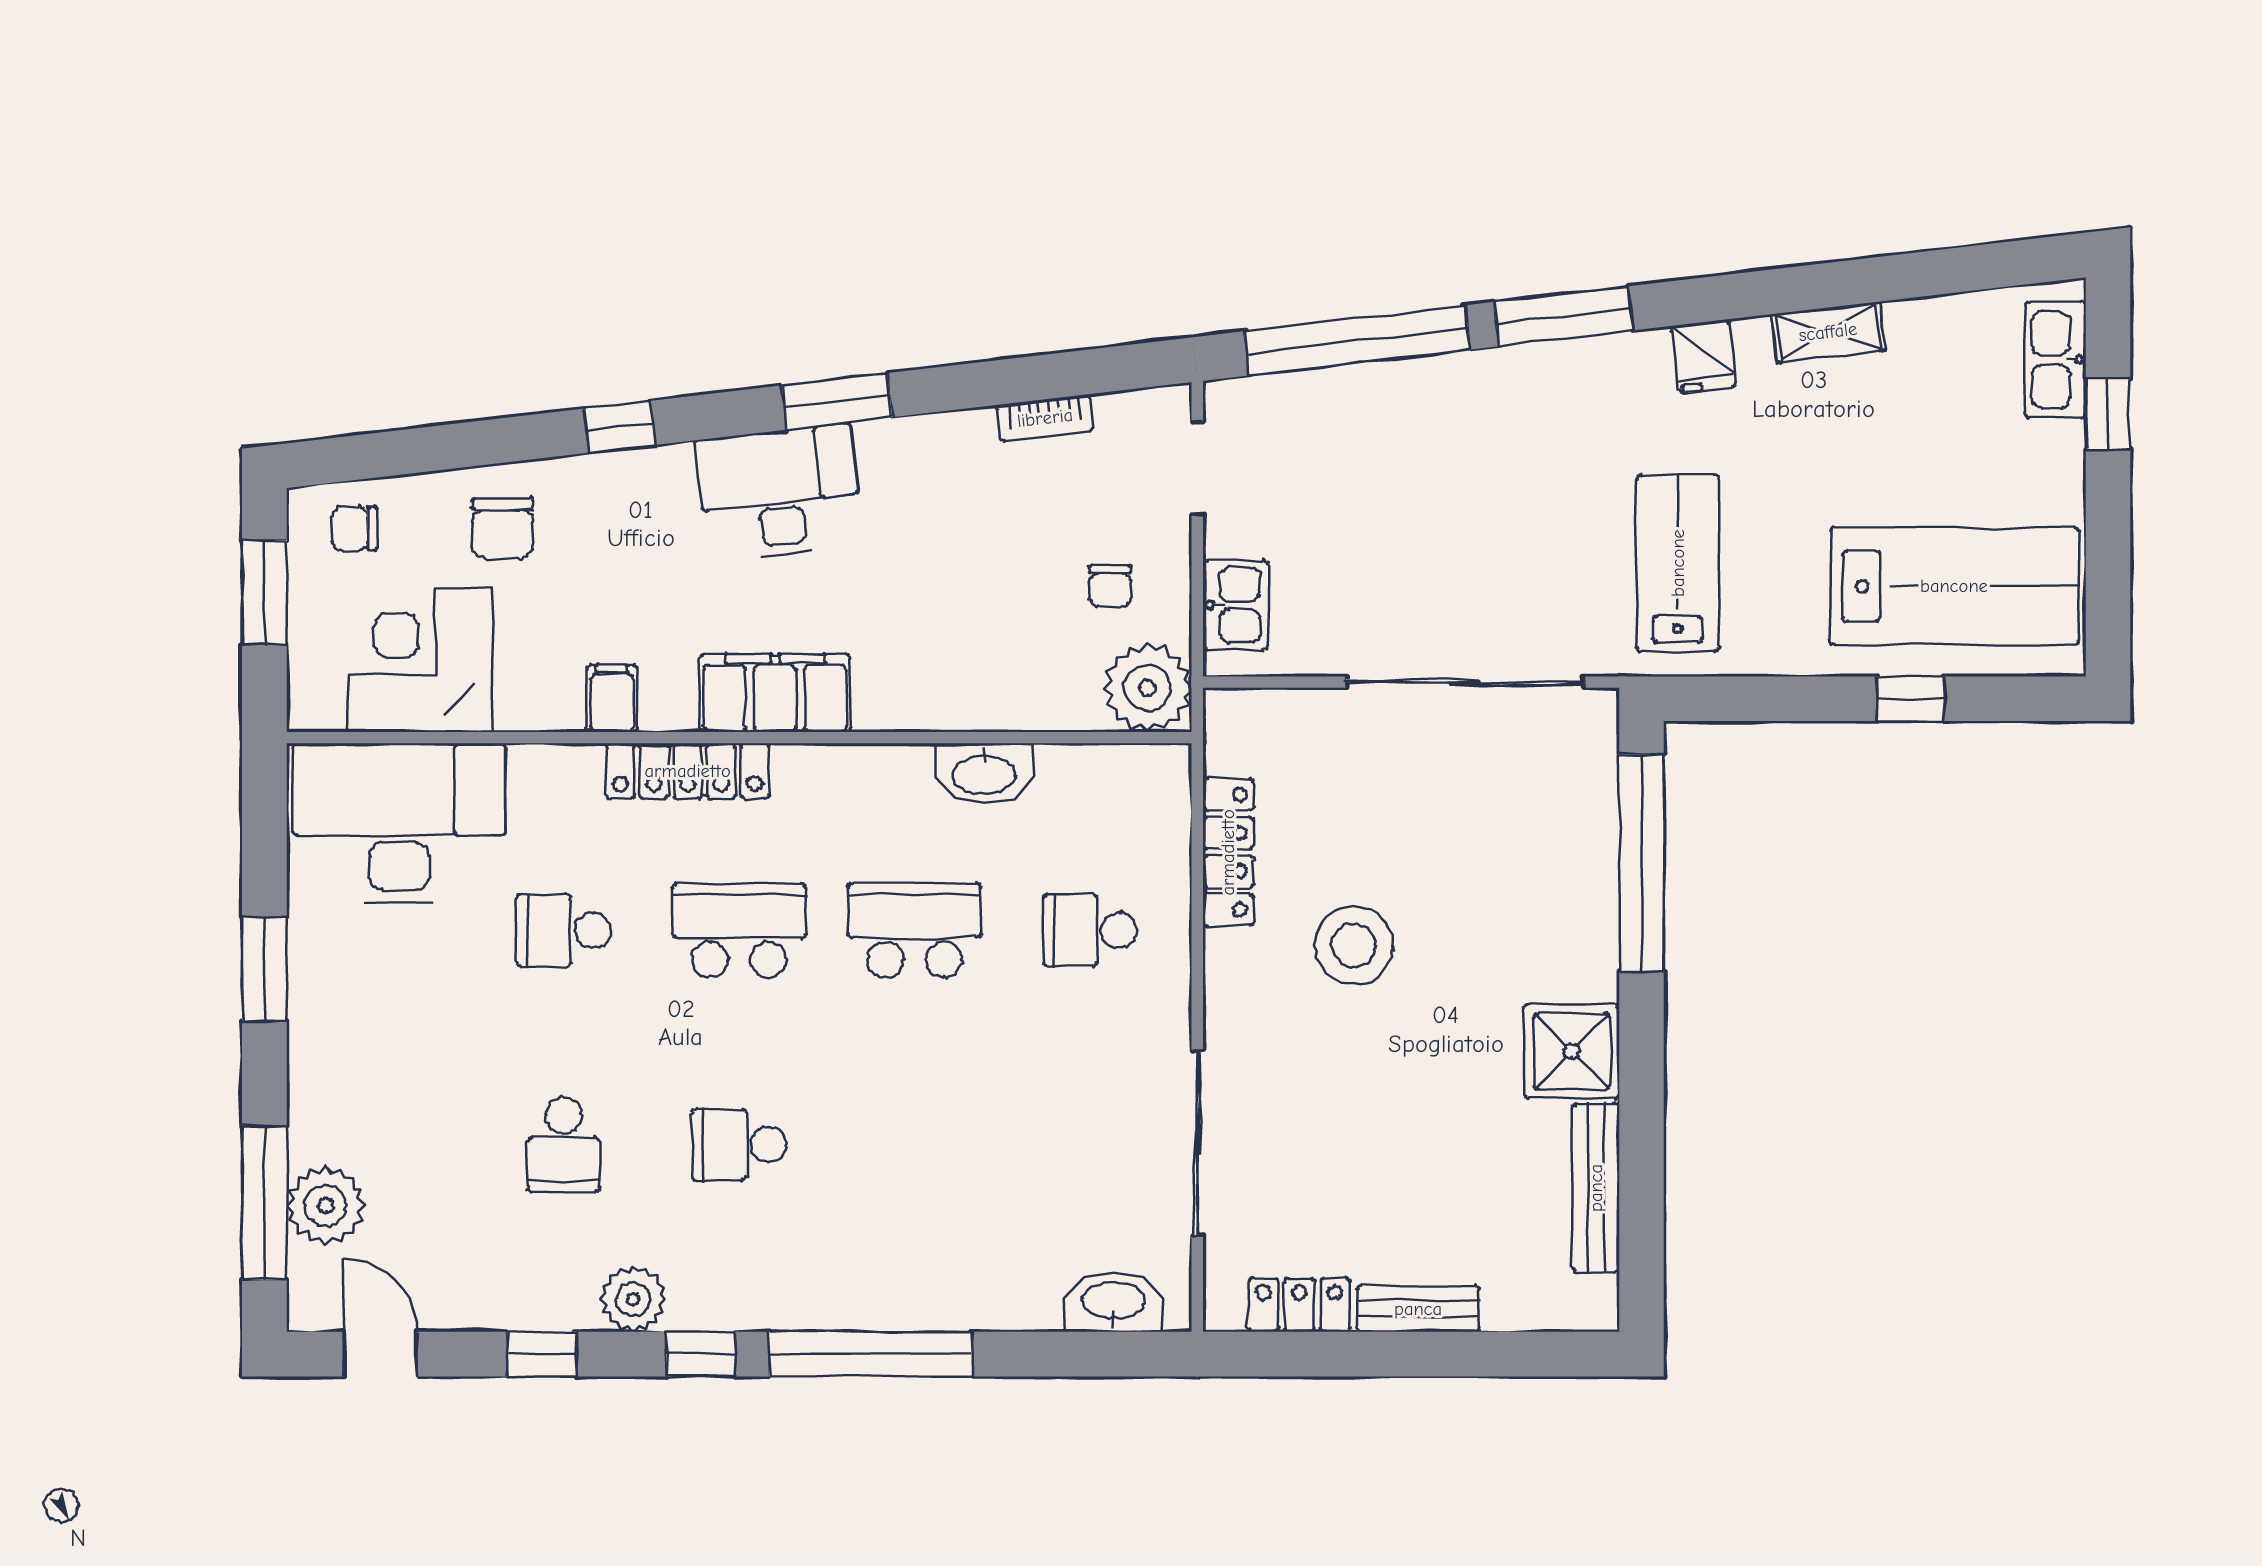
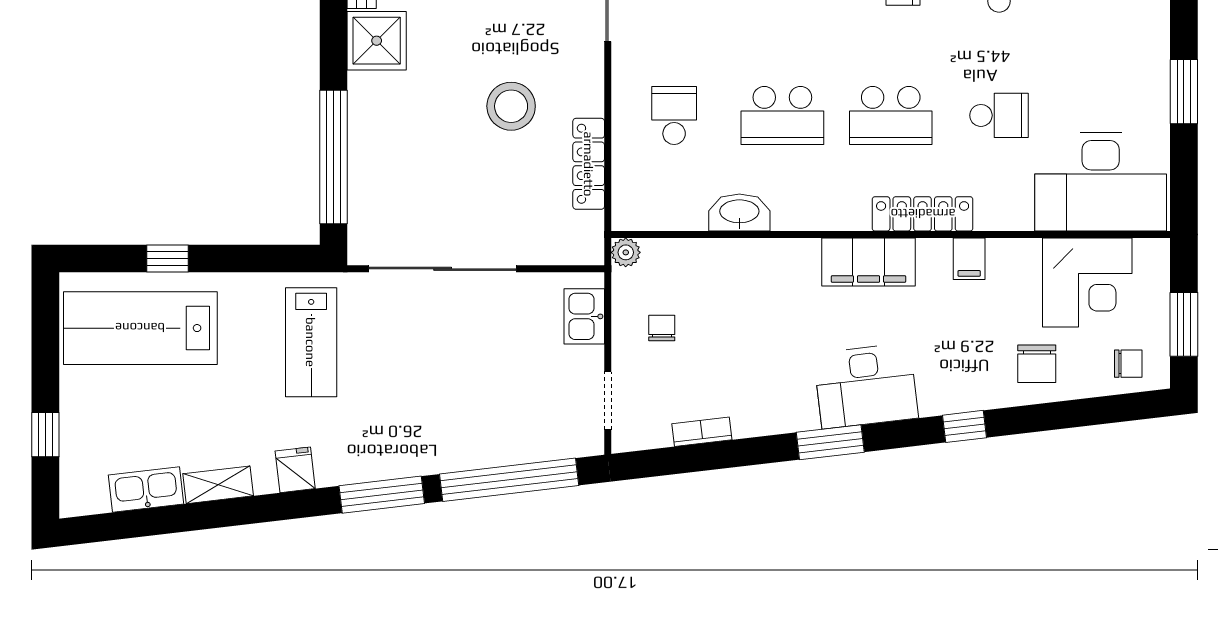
kitchen sink: (2055, 360) -> (146, 490), moved, turned -97
chair: (503, 528) -> (1037, 364), turned 180
plant: (1148, 688) -> (626, 252), width x0.53, depth x0.53
school desk: (1090, 930) -> (674, 115), turned -90

